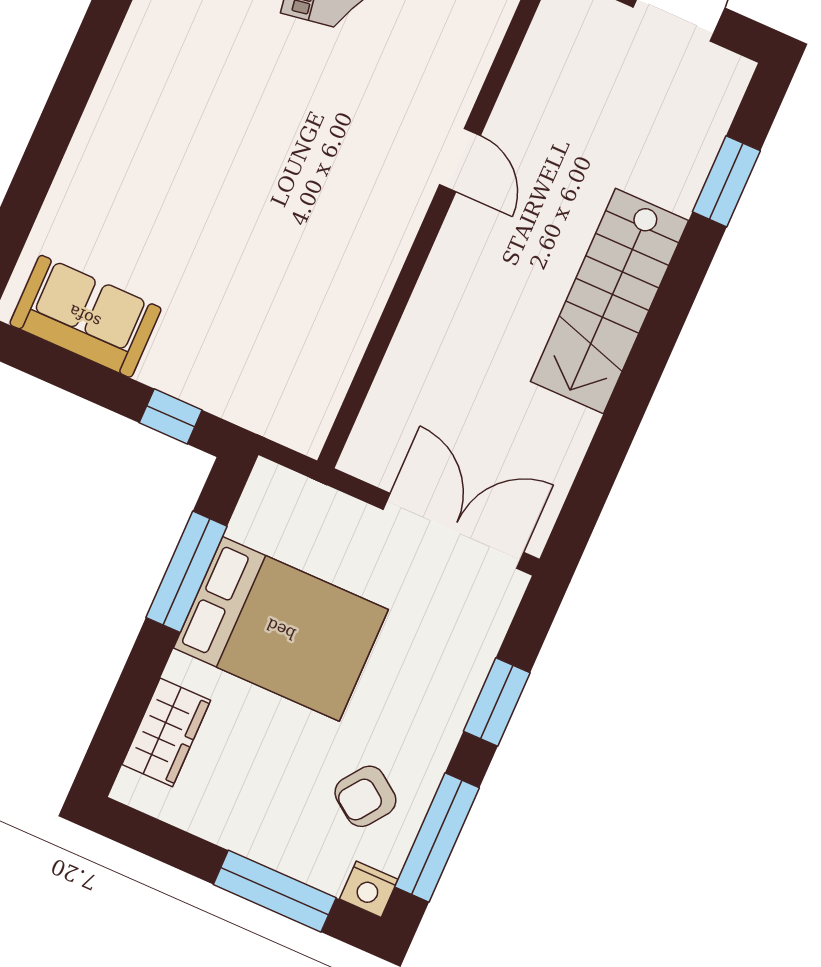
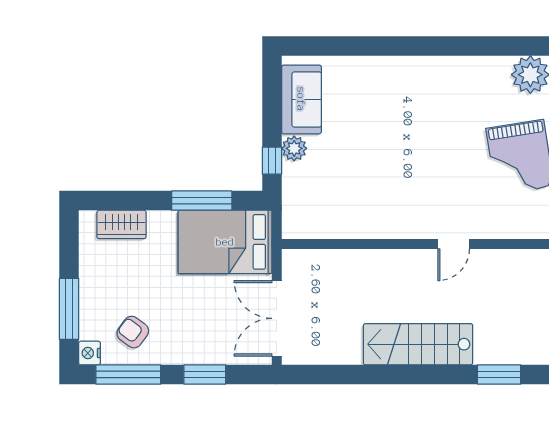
plant: (167, 367) -> (294, 148), added
double door: (453, 531) -> (277, 318), swing flipped
bed: (281, 629) -> (225, 242), moved, turned 90

